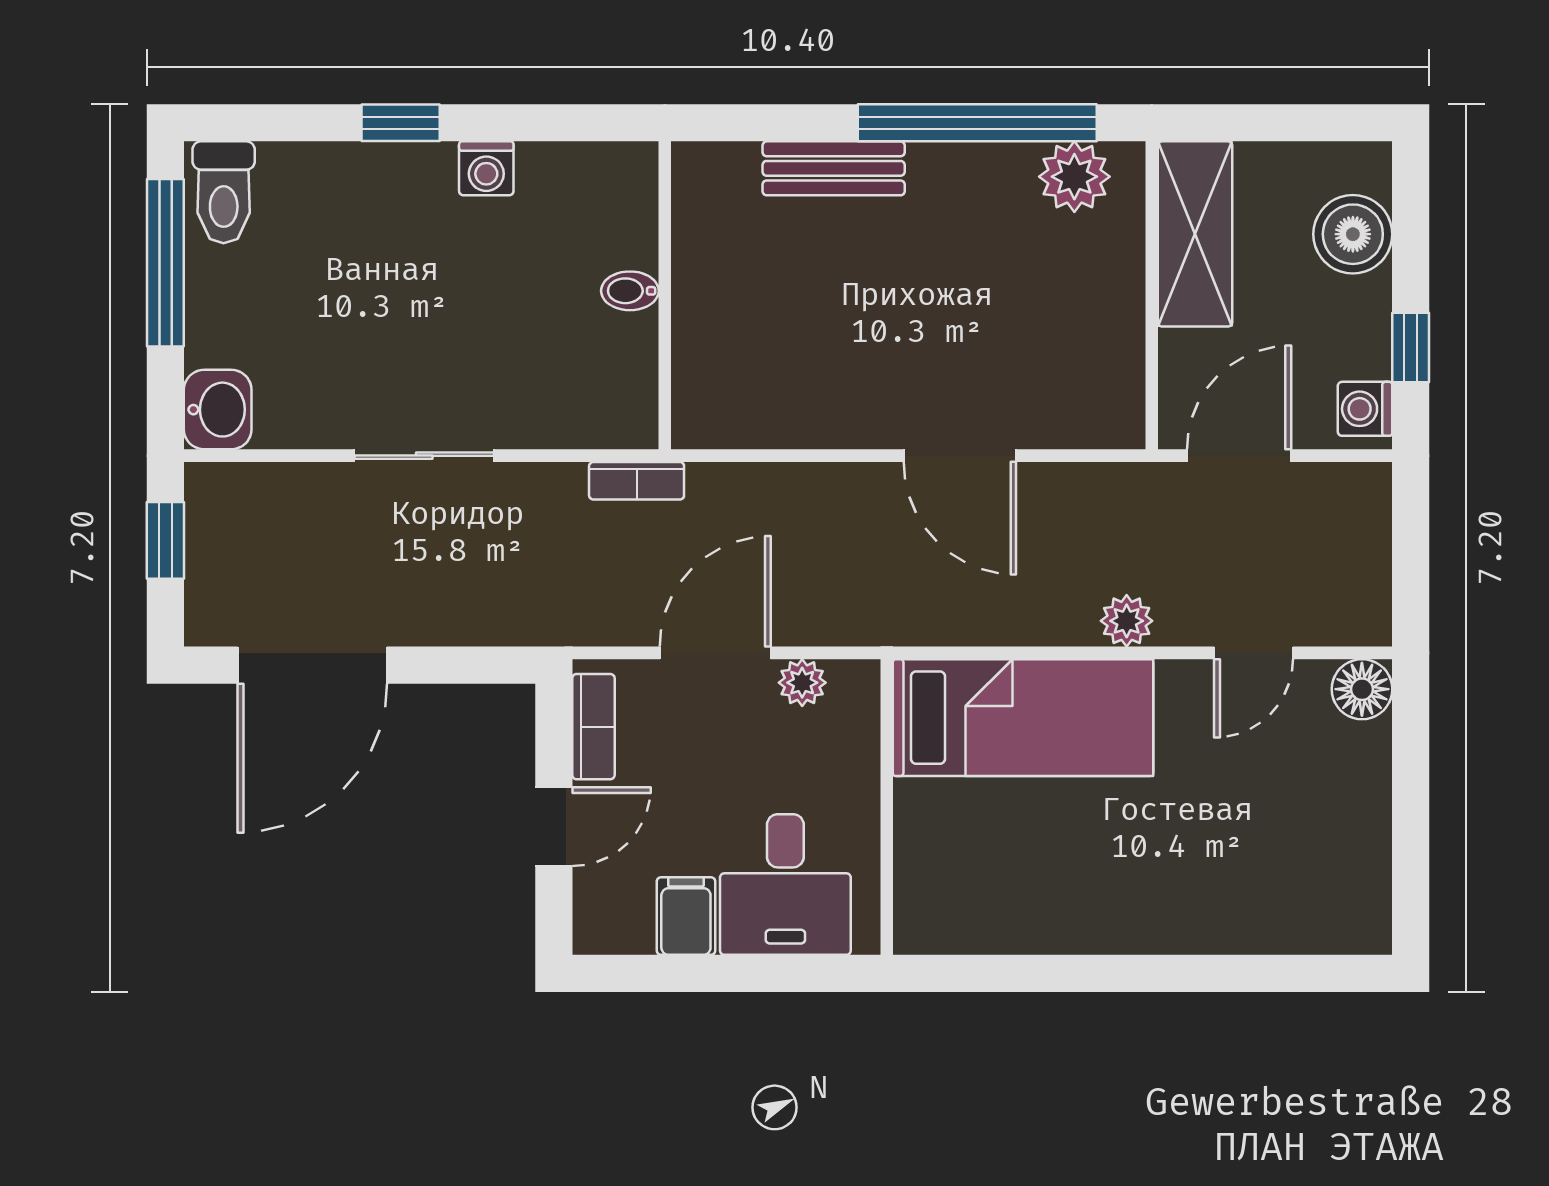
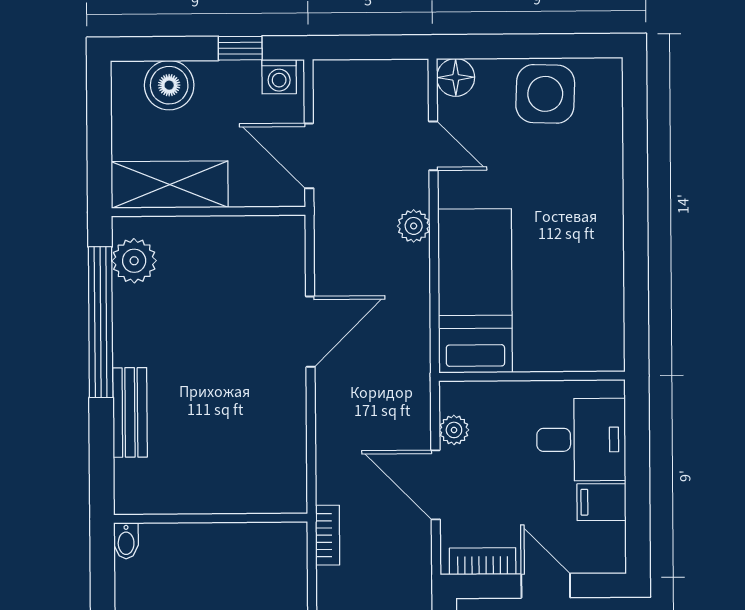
bidet: (630, 291) -> (126, 541), moved
side table: (1335, 831) -> (545, 94), added

